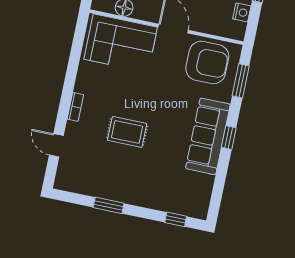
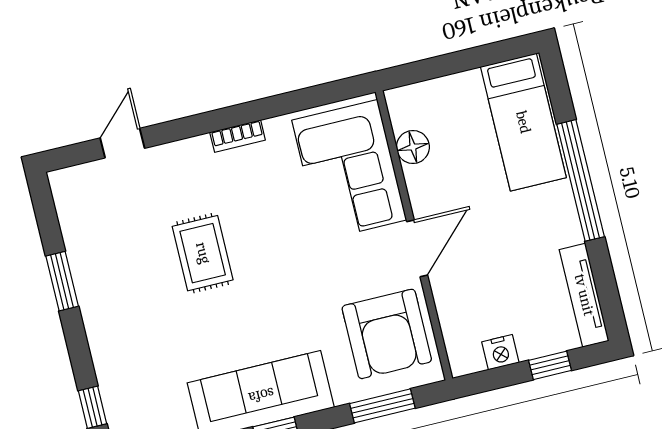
bookcase: (75, 107) -> (238, 136), moved

